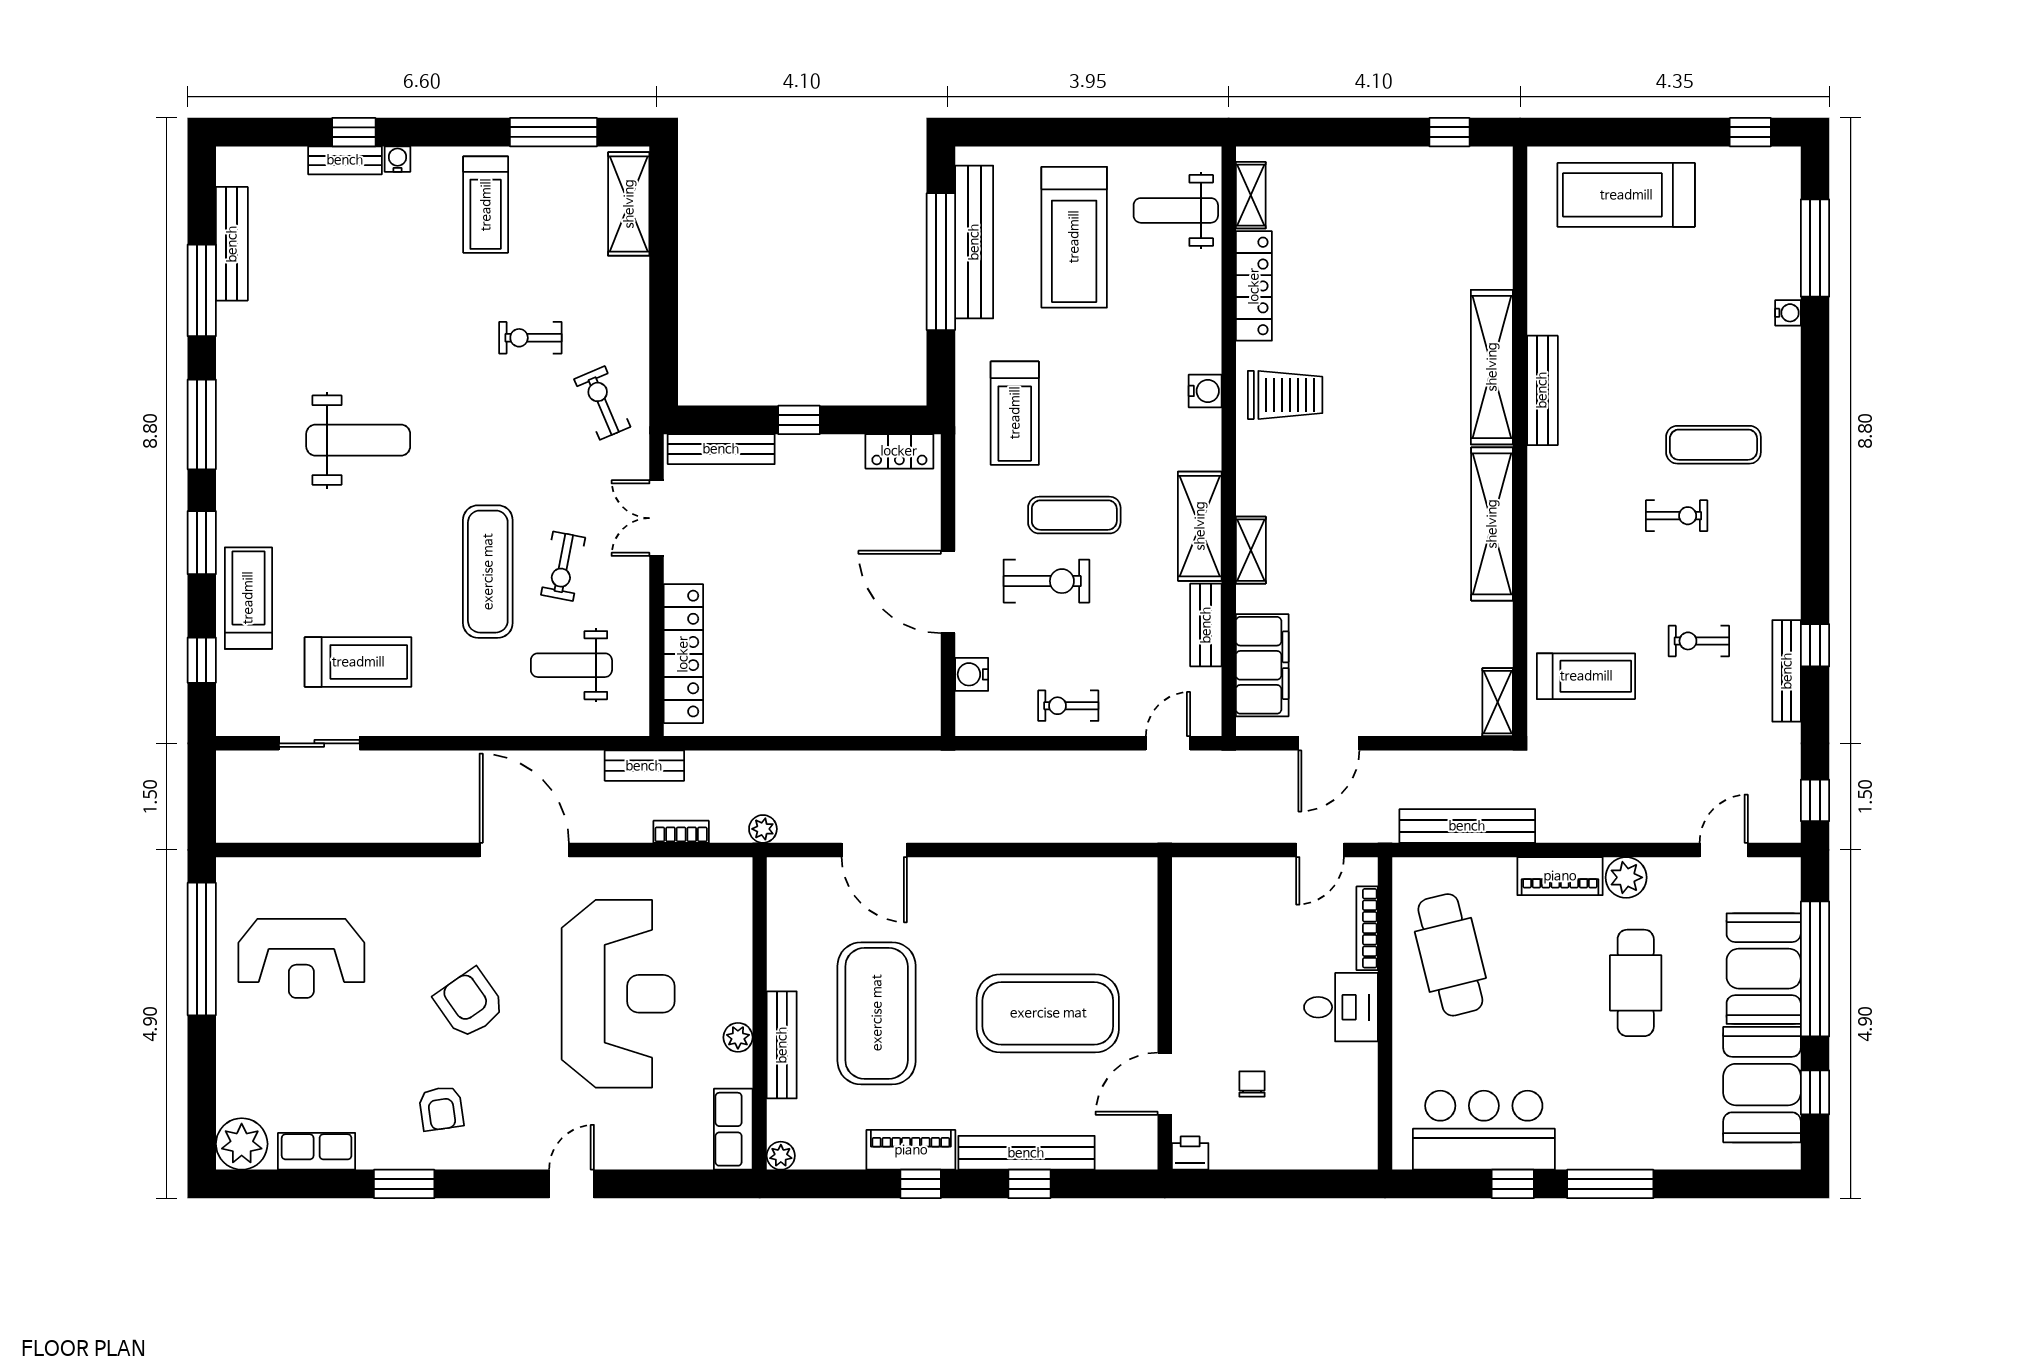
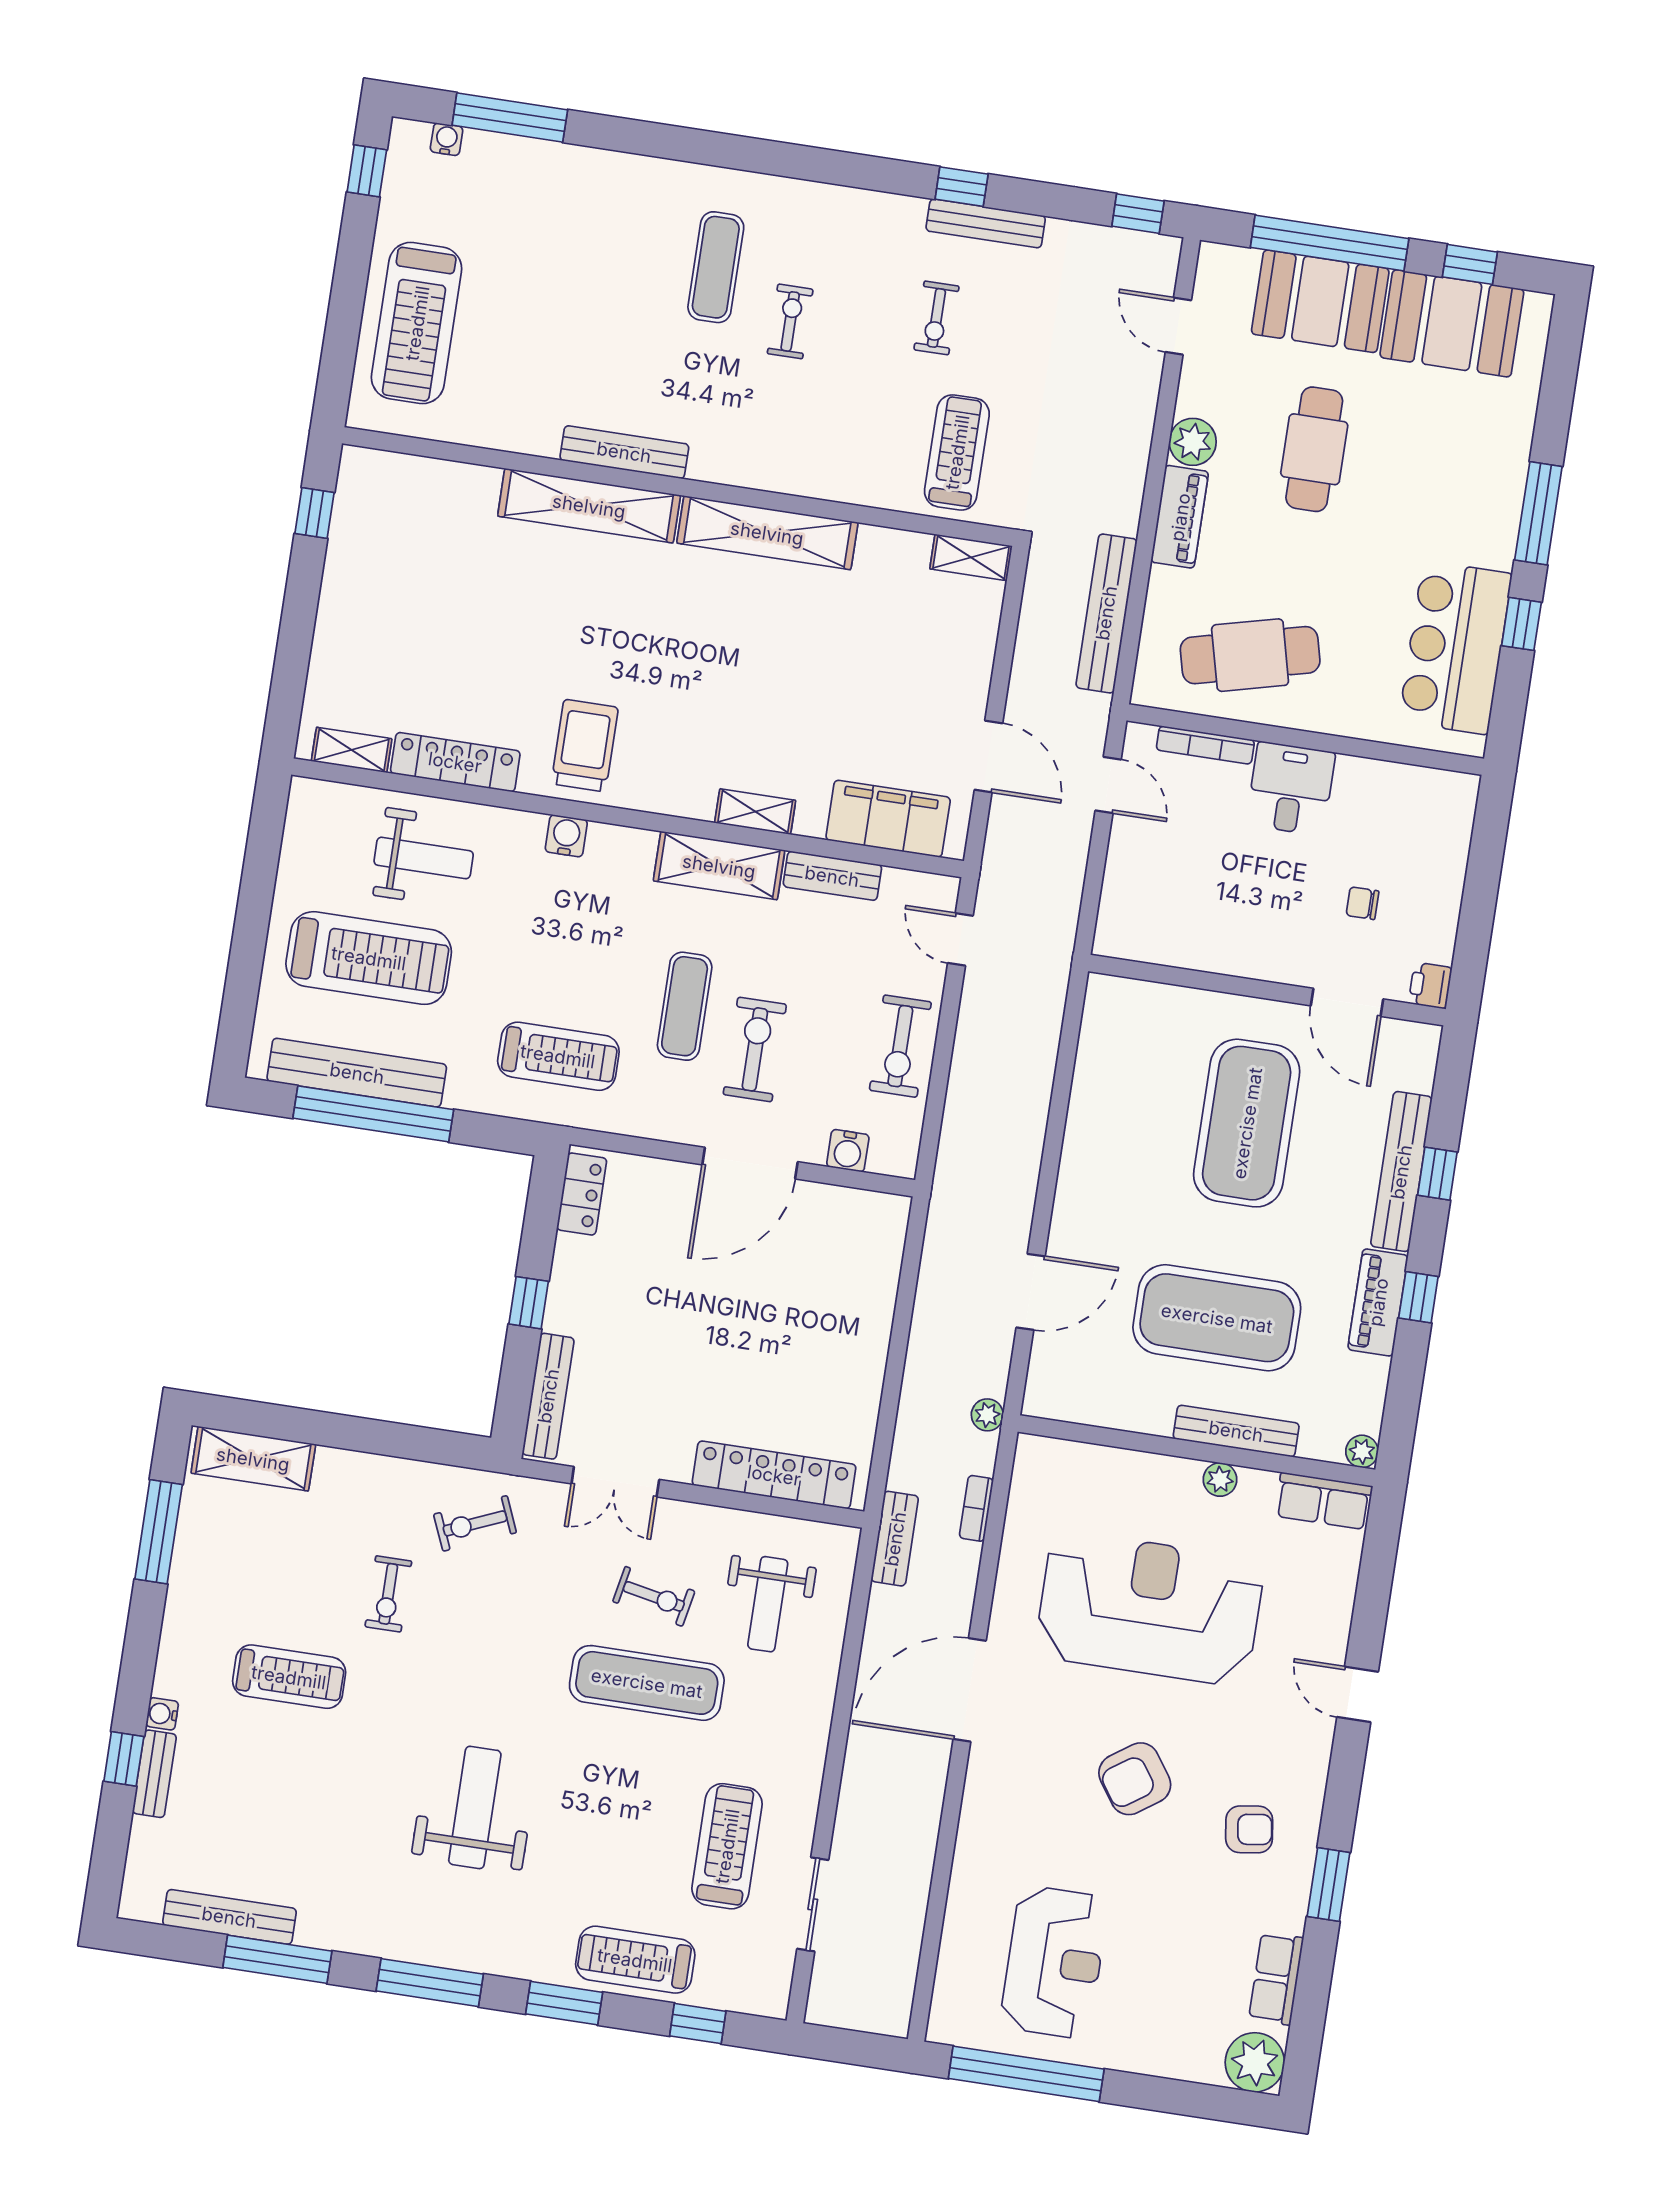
treadmill: (486, 205) -> (289, 1677), moved
weight bench: (1176, 210) -> (424, 858), moved, turned -90
water cooler: (1788, 313) -> (447, 139), moved
exercise bike: (1068, 706) -> (900, 1046), width x1.38, depth x1.39
cafe table: (1636, 983) -> (1314, 449), turned 90

